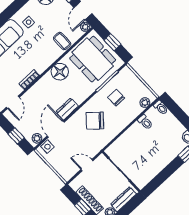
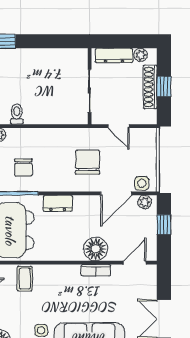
floor lamp: (60, 72) -> (96, 249), moved
dresser: (67, 109) -> (58, 203), moved
chair: (95, 121) -> (88, 162), moved, turned -131

